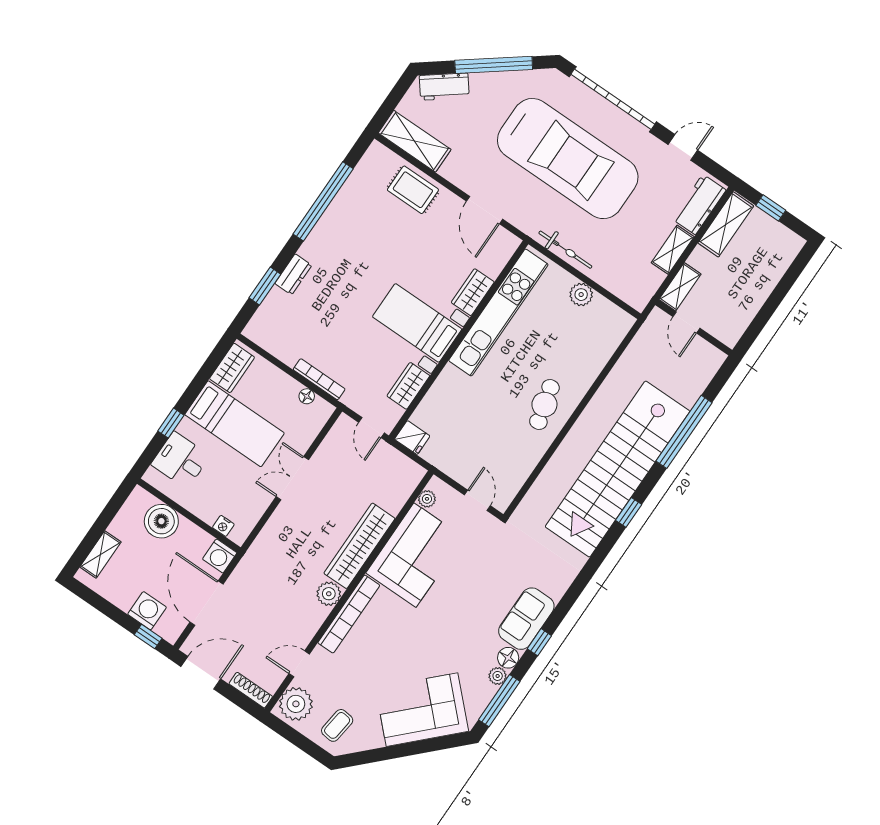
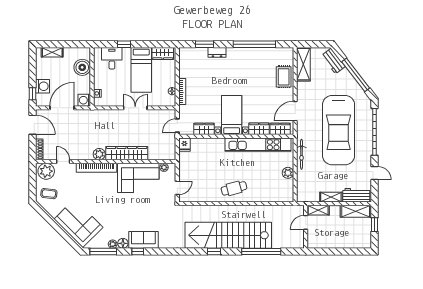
wardrobe: (497, 257) -> (280, 129), added

